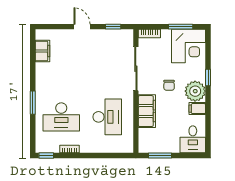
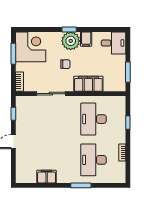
filing cabinet: (43, 51) -> (47, 177), moved
sliding door: (136, 69) -> (51, 94), width x0.73
window: (208, 77) -> (69, 29), moved
desk: (61, 117) -> (94, 160), turned 180
desk: (107, 117) -> (94, 119), turned -90
window: (46, 156) -> (128, 122), moved

